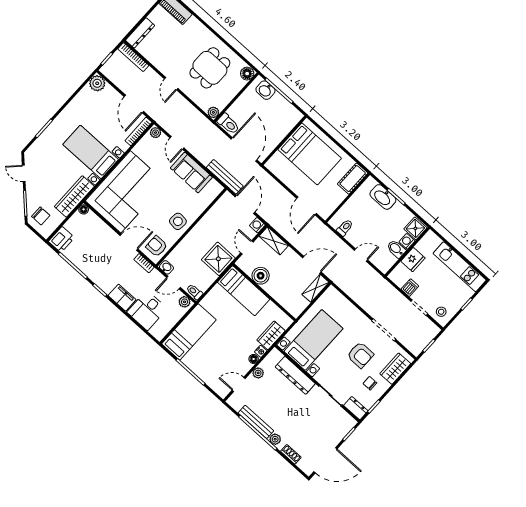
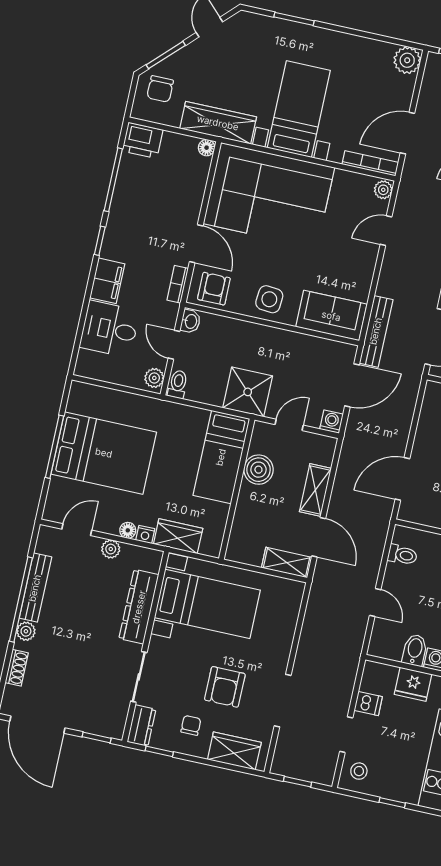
sofa: (191, 173) -> (331, 316), moved, turned 90
shelving: (274, 241) -> (315, 490), moved
bed: (189, 332) -> (104, 453), moved, width x1.50
door: (239, 384) -> (77, 530), hinge flipped

